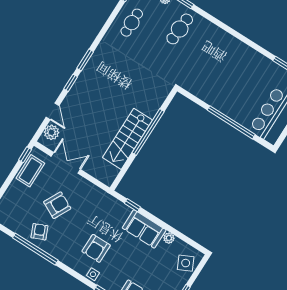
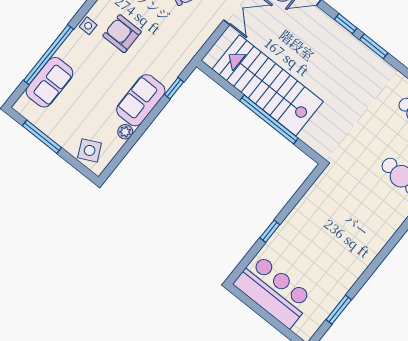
window: (231, 122) -> (270, 231), width x0.32
stairs: (128, 139) -> (268, 85), width x1.36, depth x1.51

